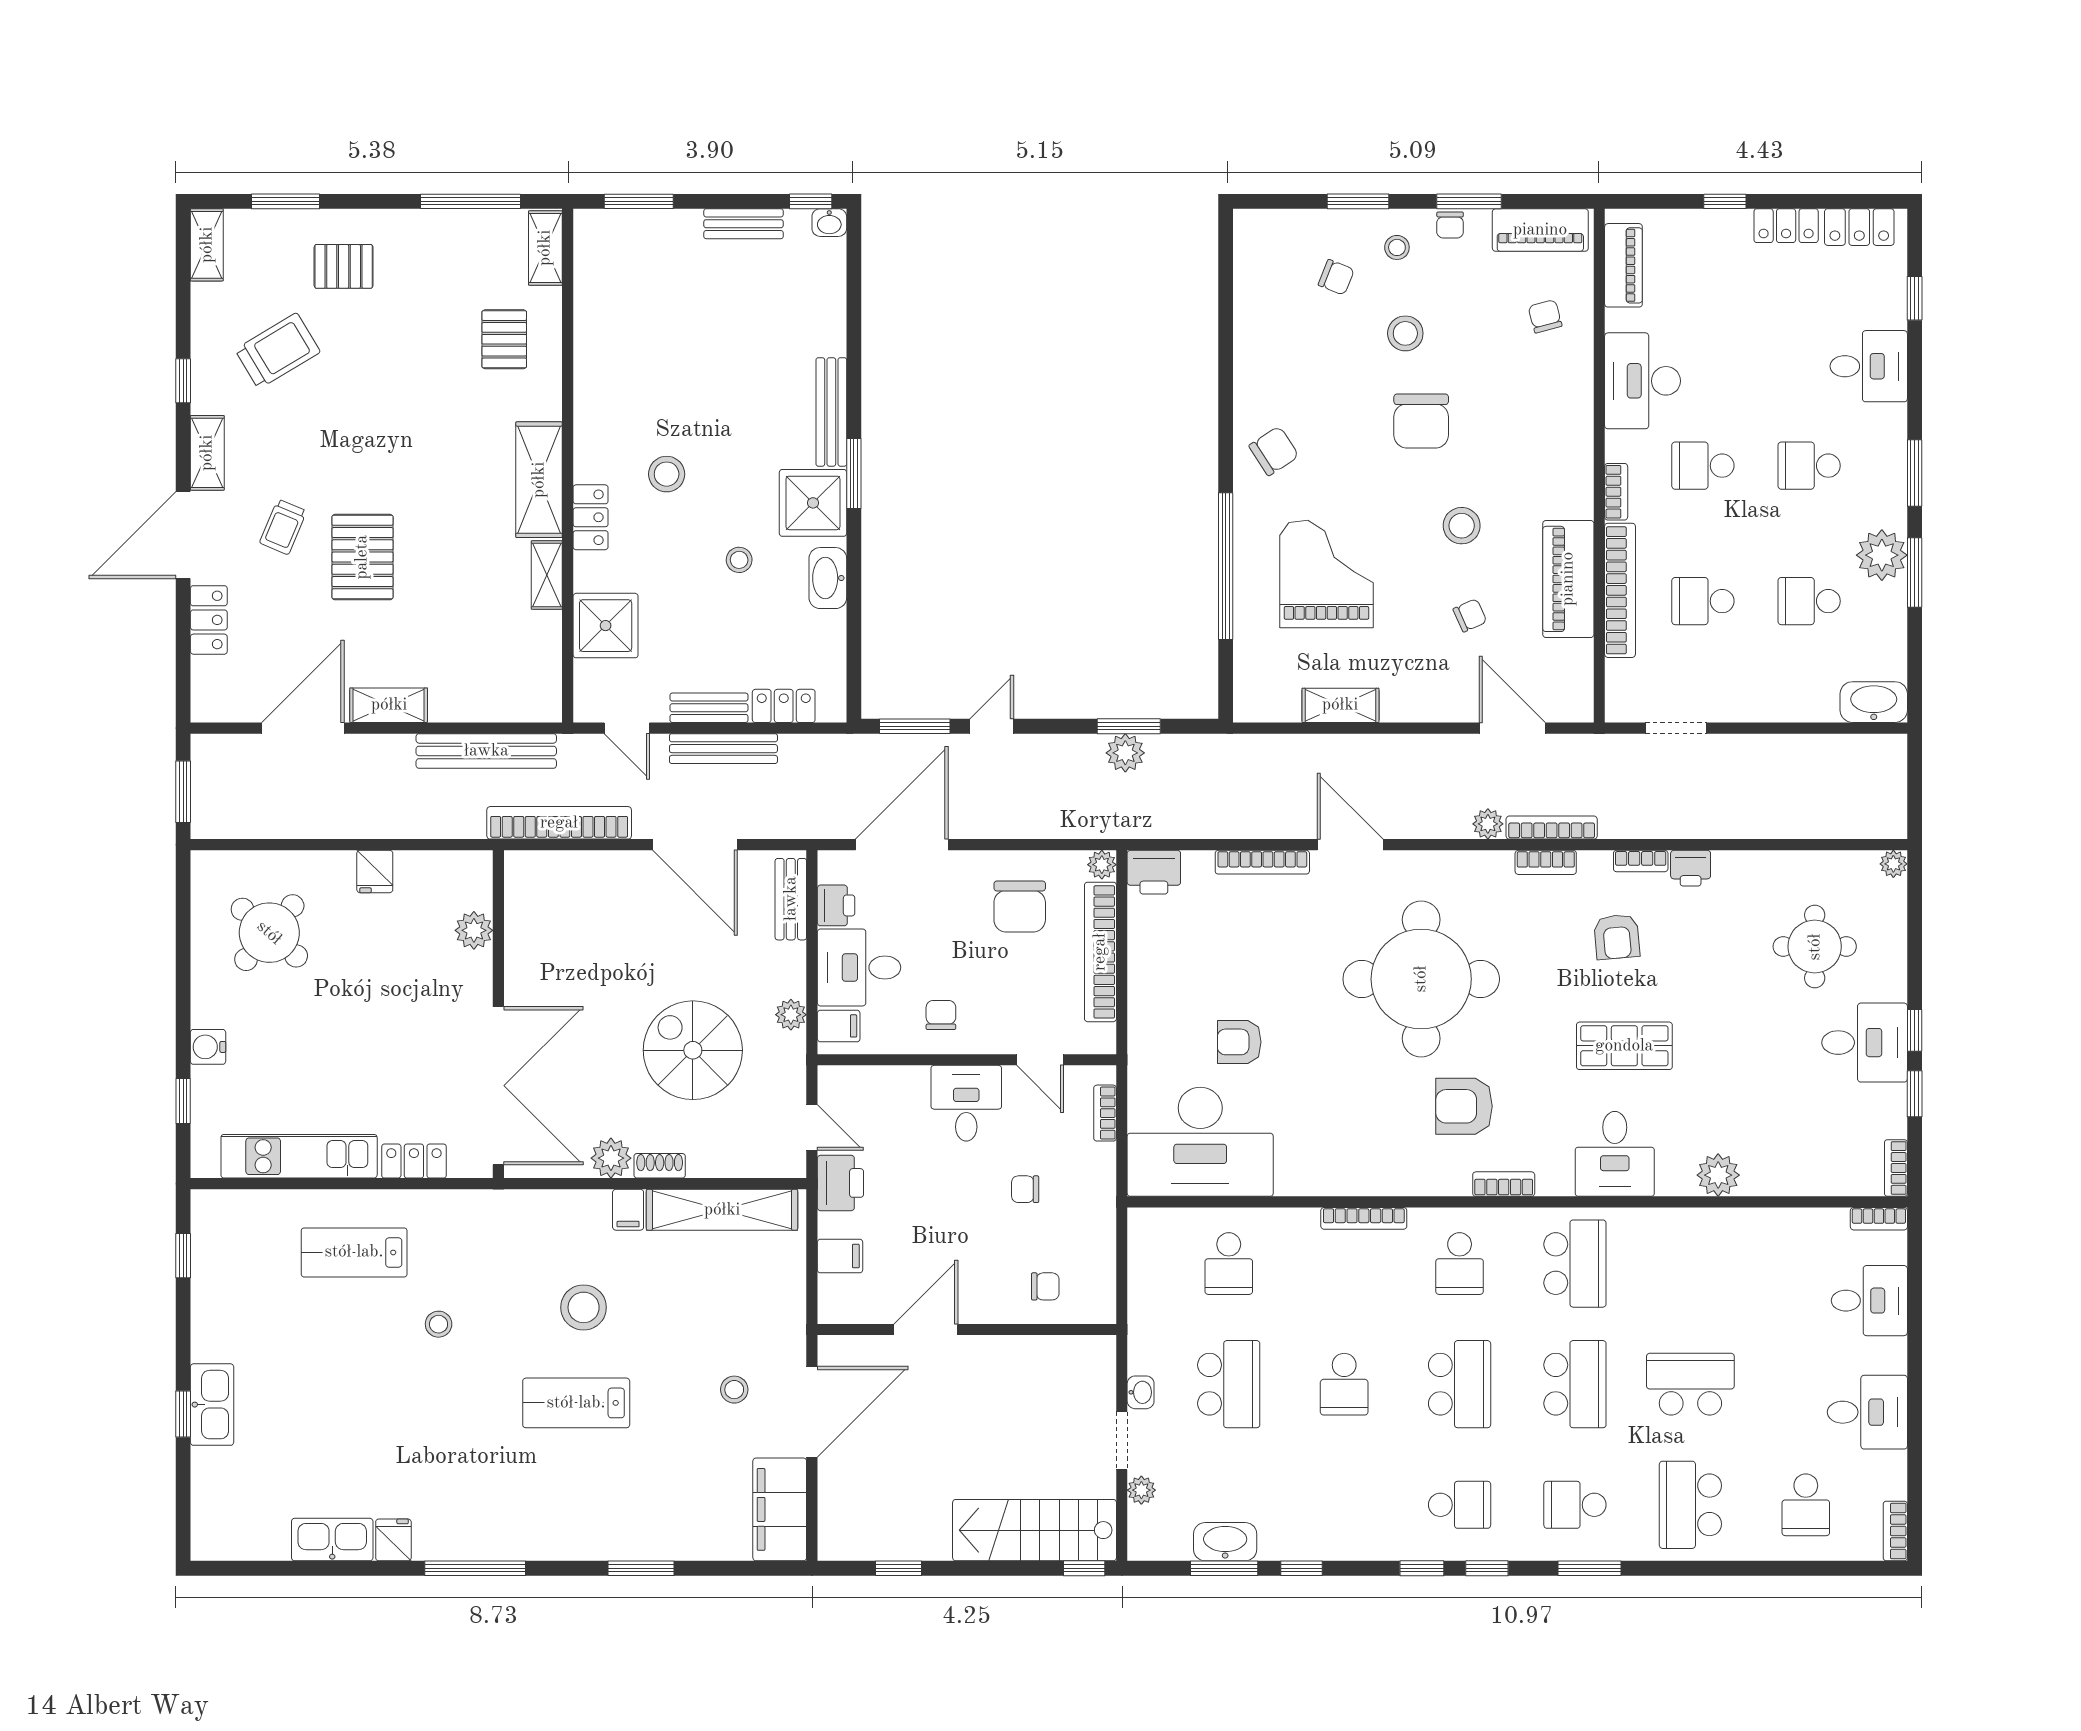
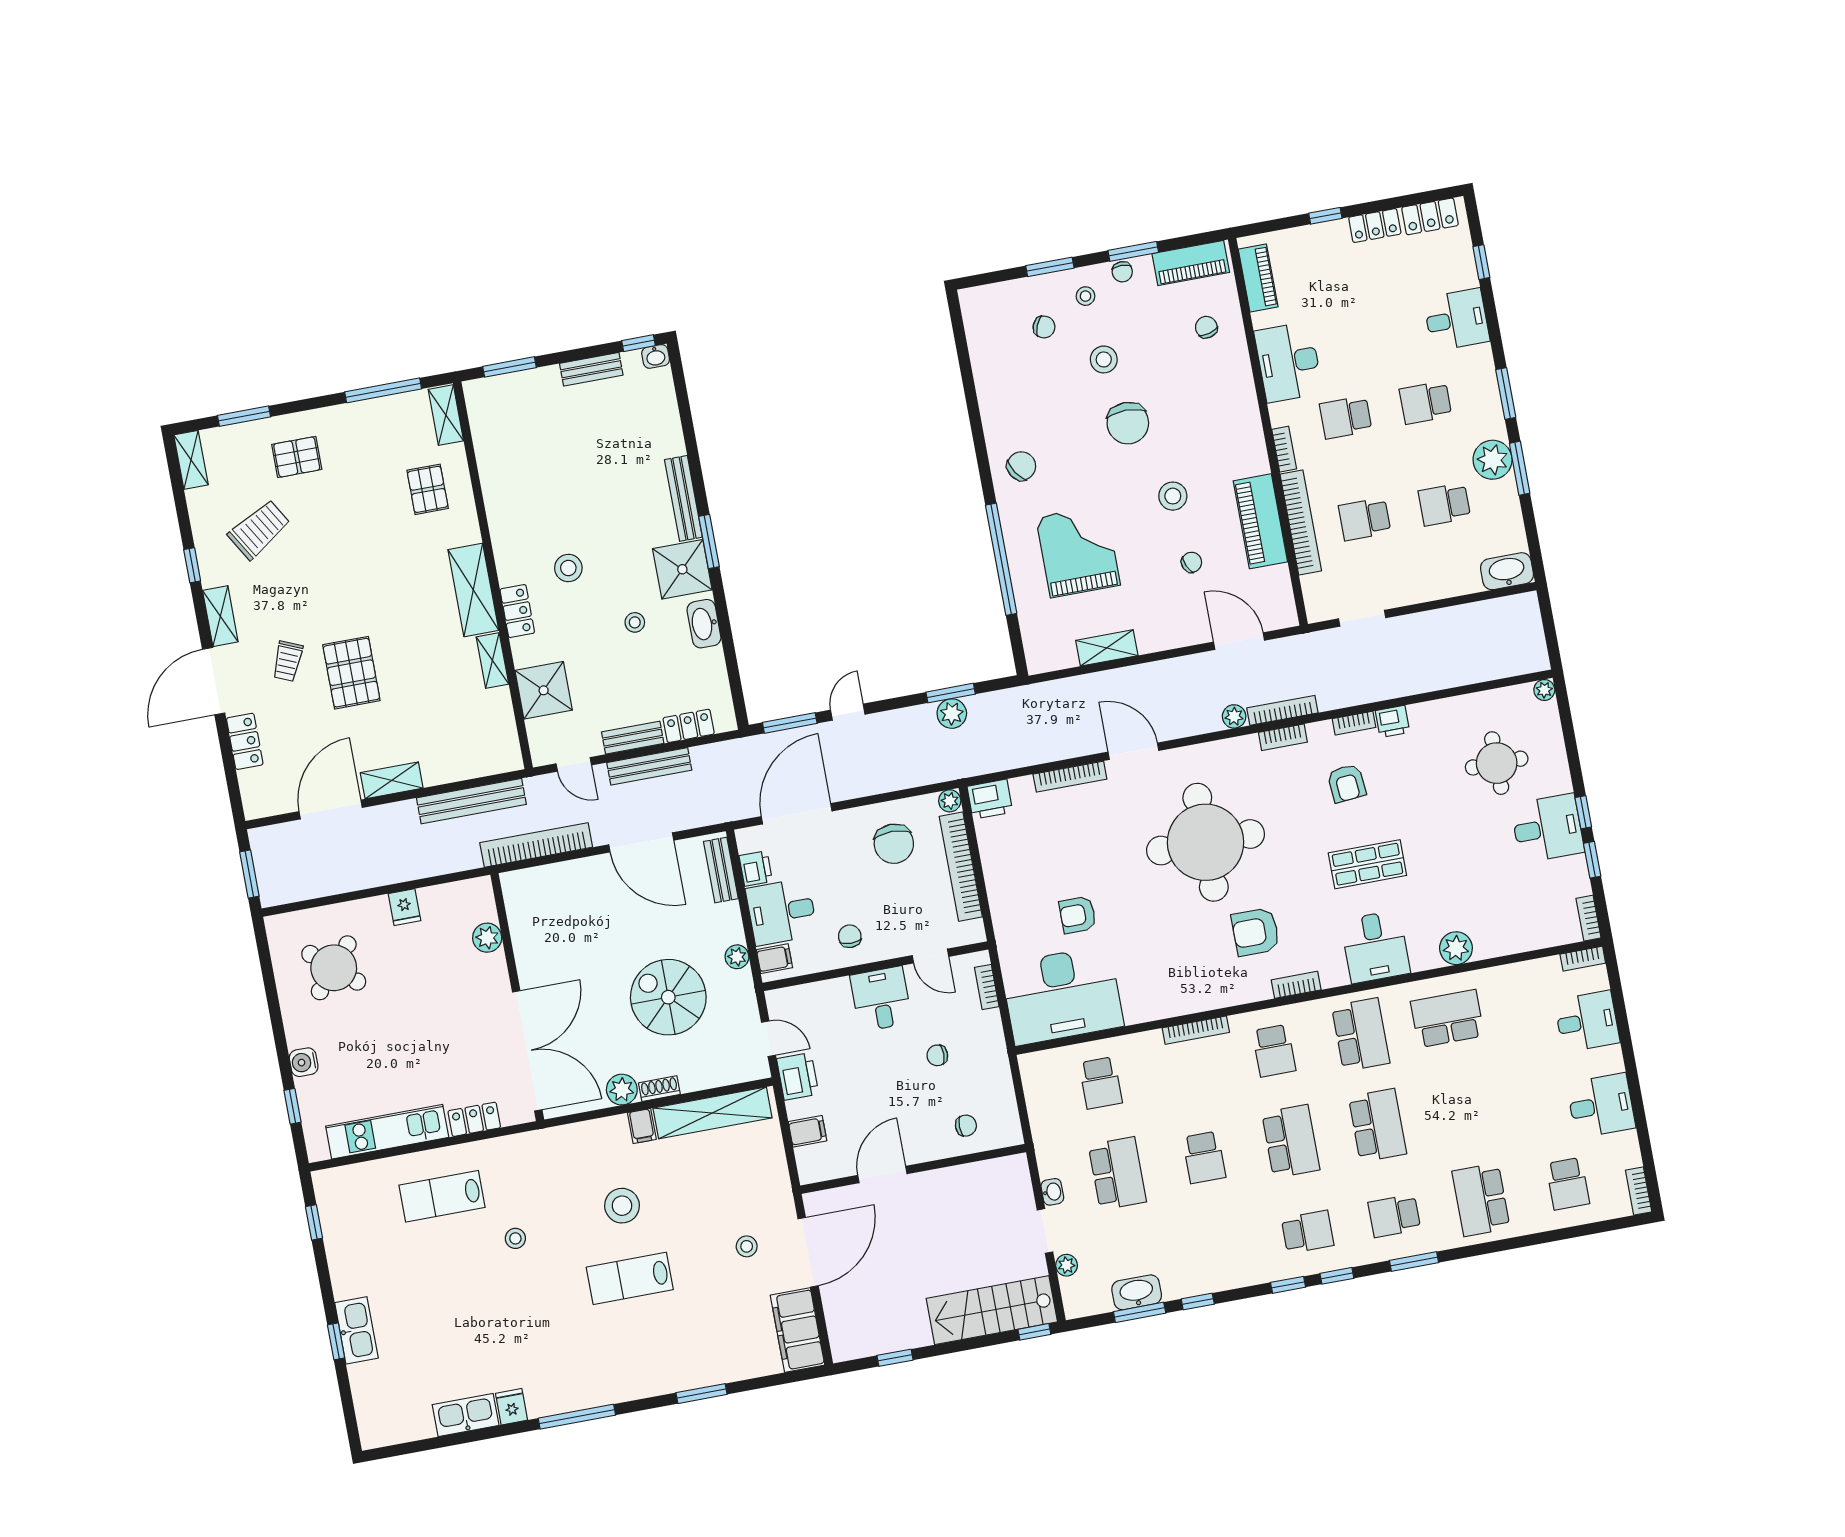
school desk: (1690, 1384) -> (1447, 1019), moved

